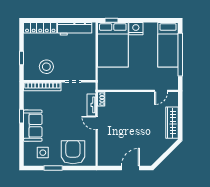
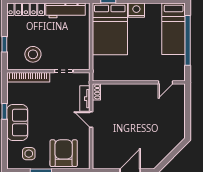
wardrobe: (172, 123) -> (178, 119), removed

